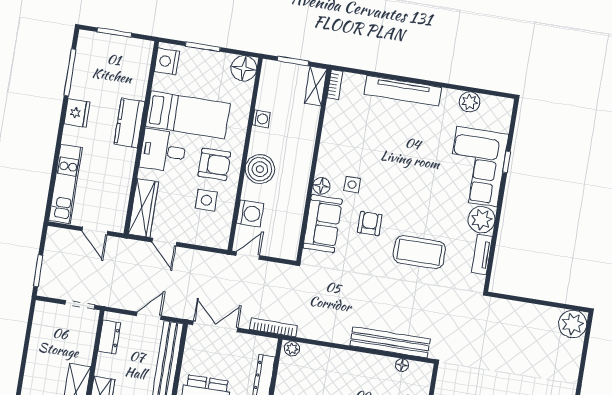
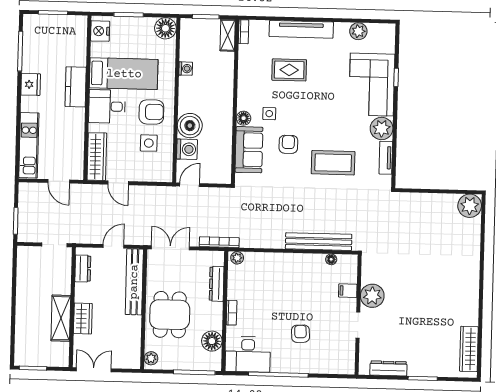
rug: (382, 136) -> (289, 70), added
boiler: (260, 169) -> (190, 126), moved

